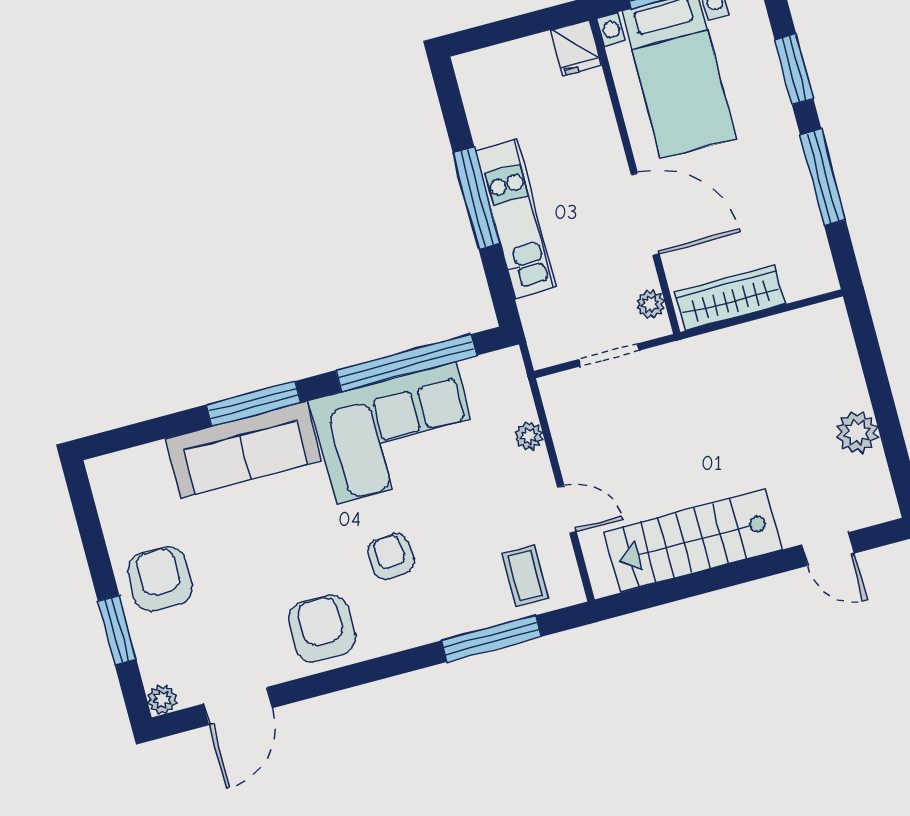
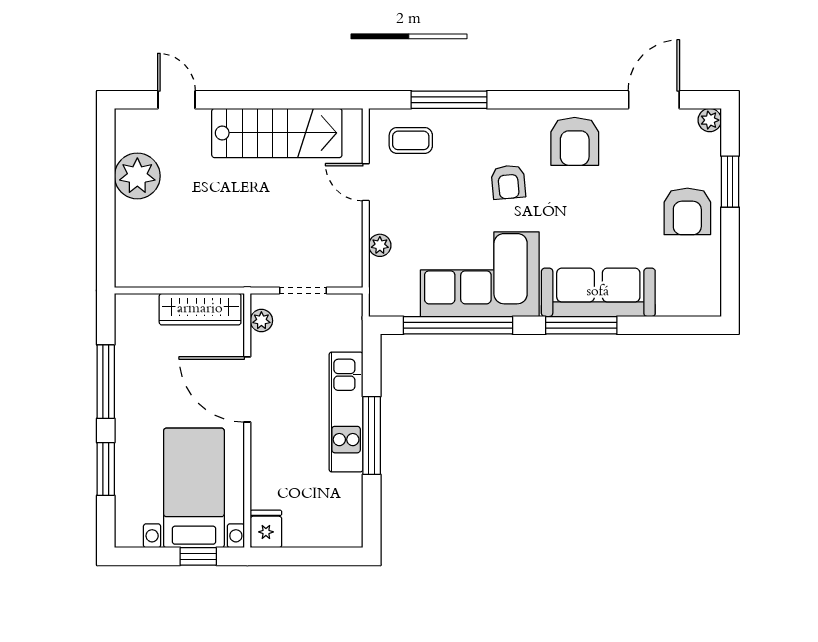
plant: (857, 432) -> (137, 176), width x1.36, depth x1.36
coffee table: (525, 576) -> (411, 140), turned 90

